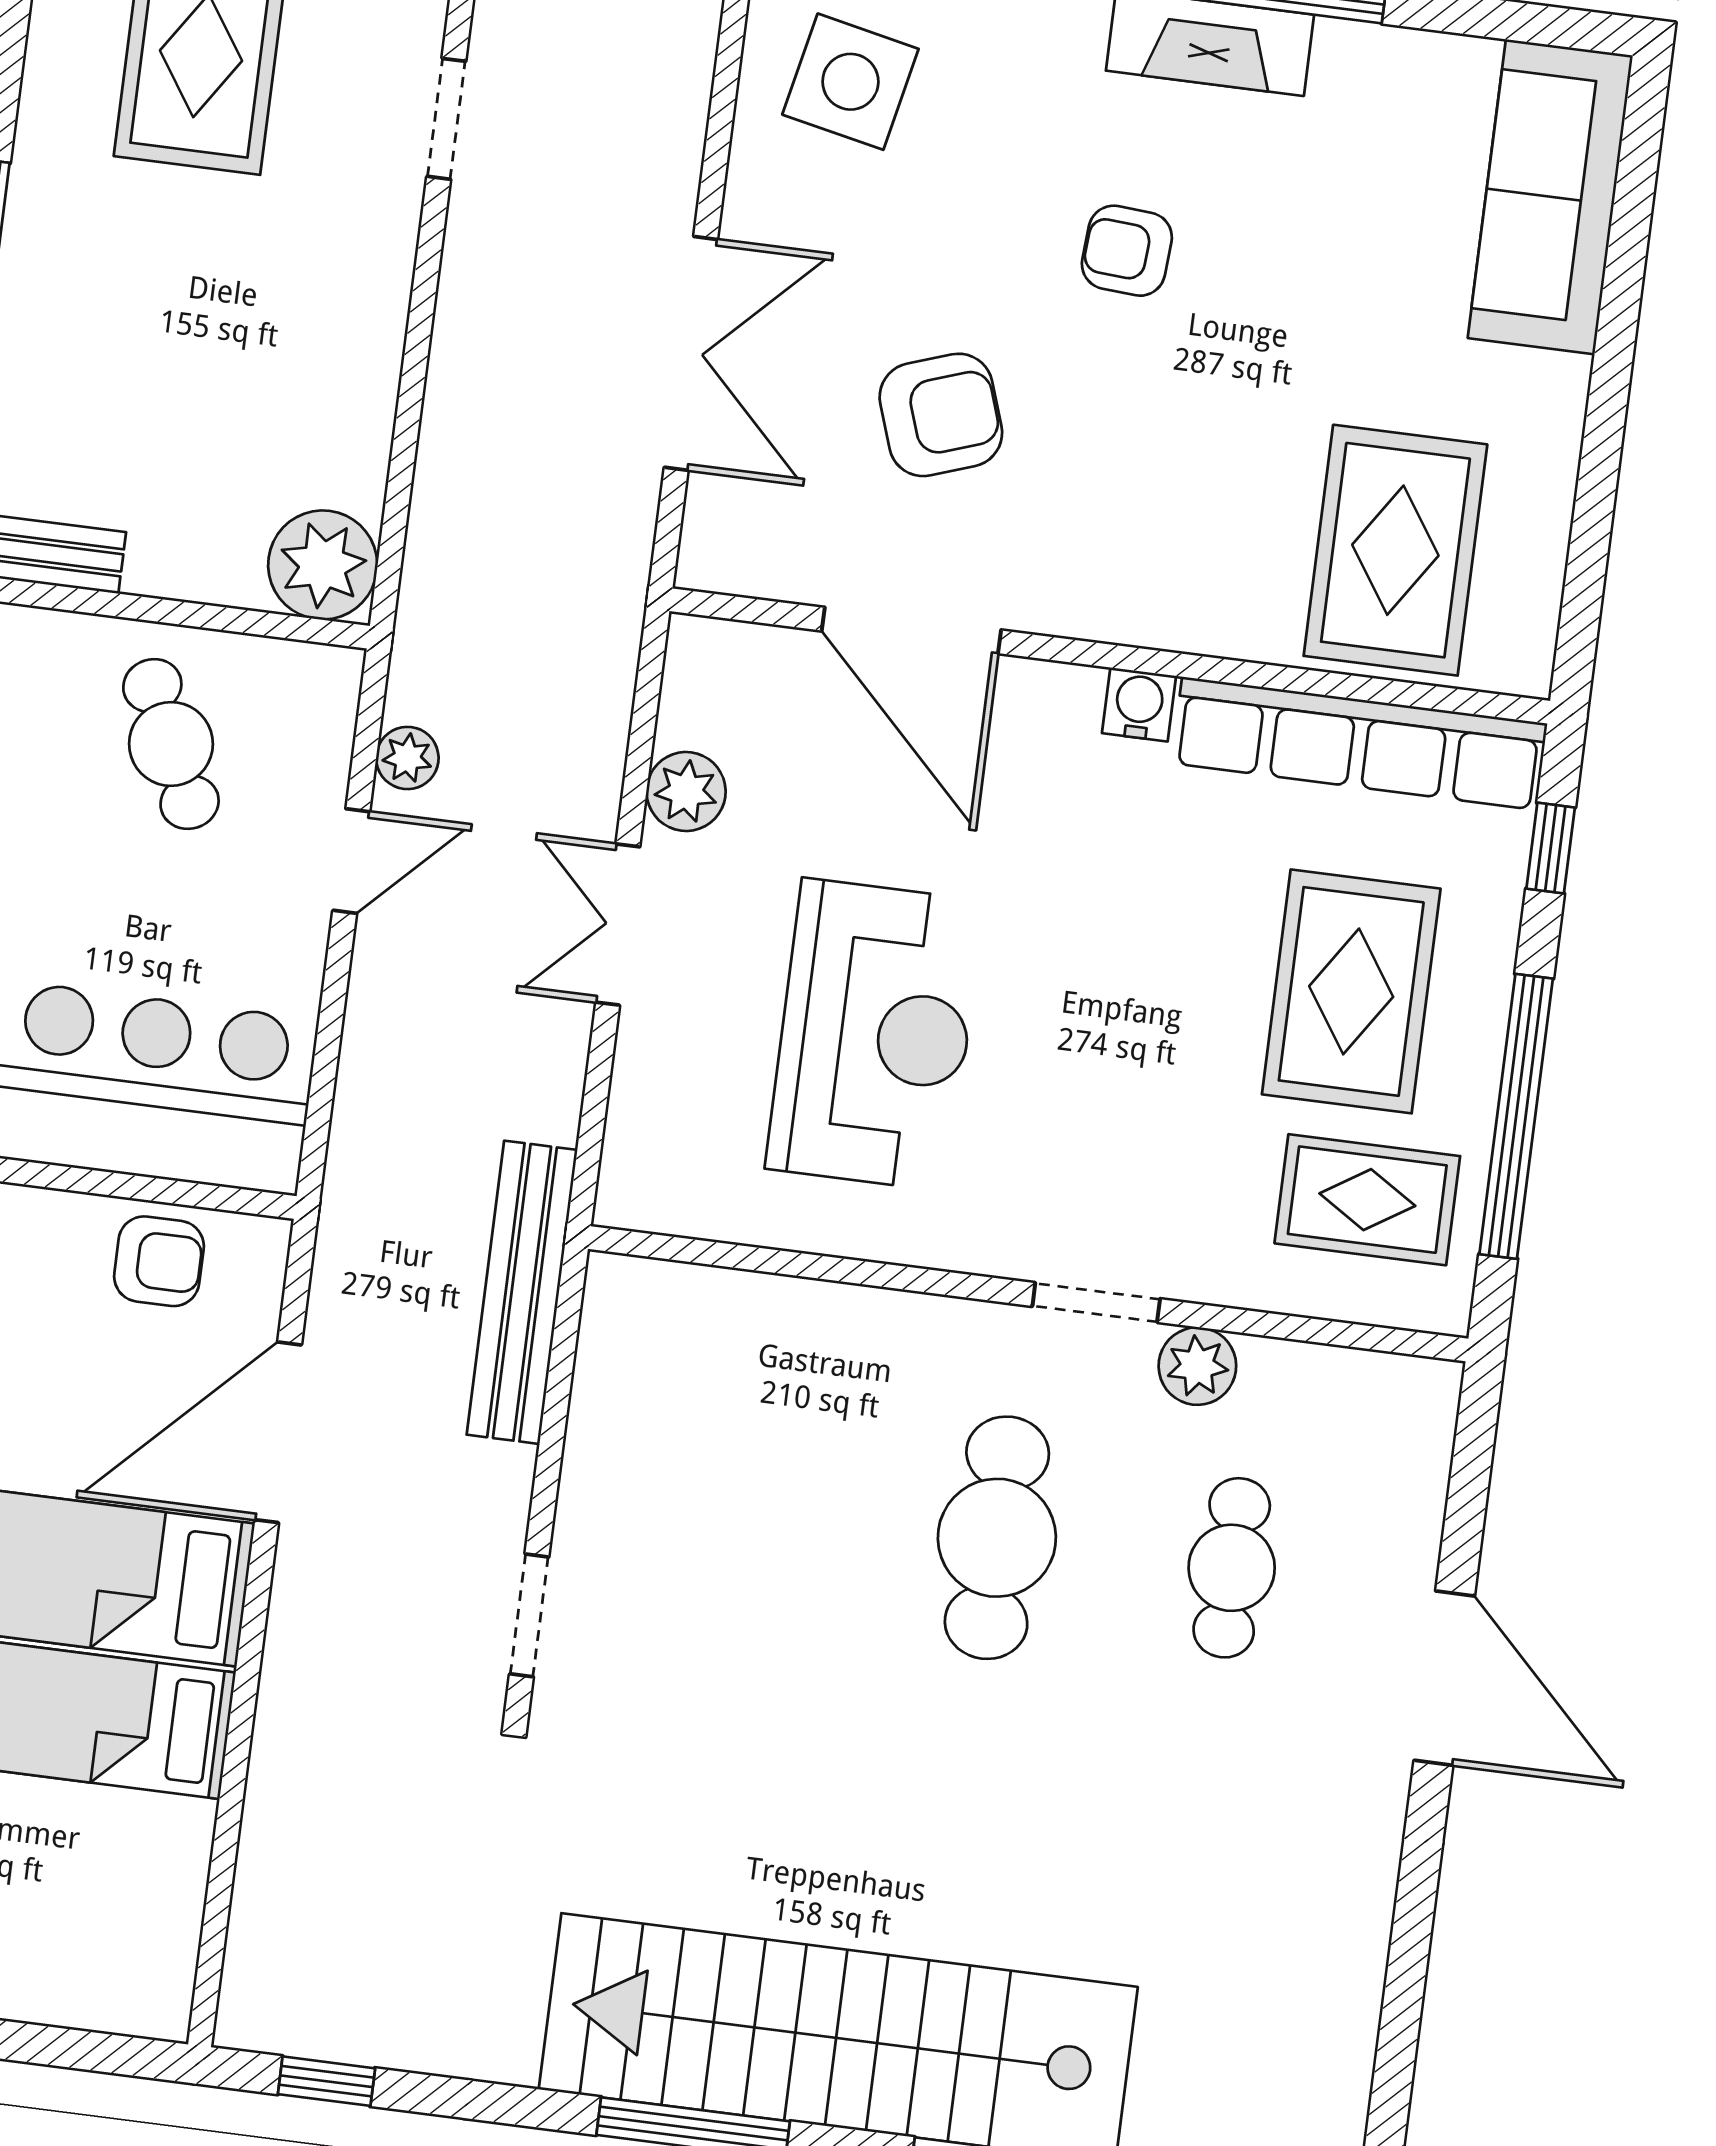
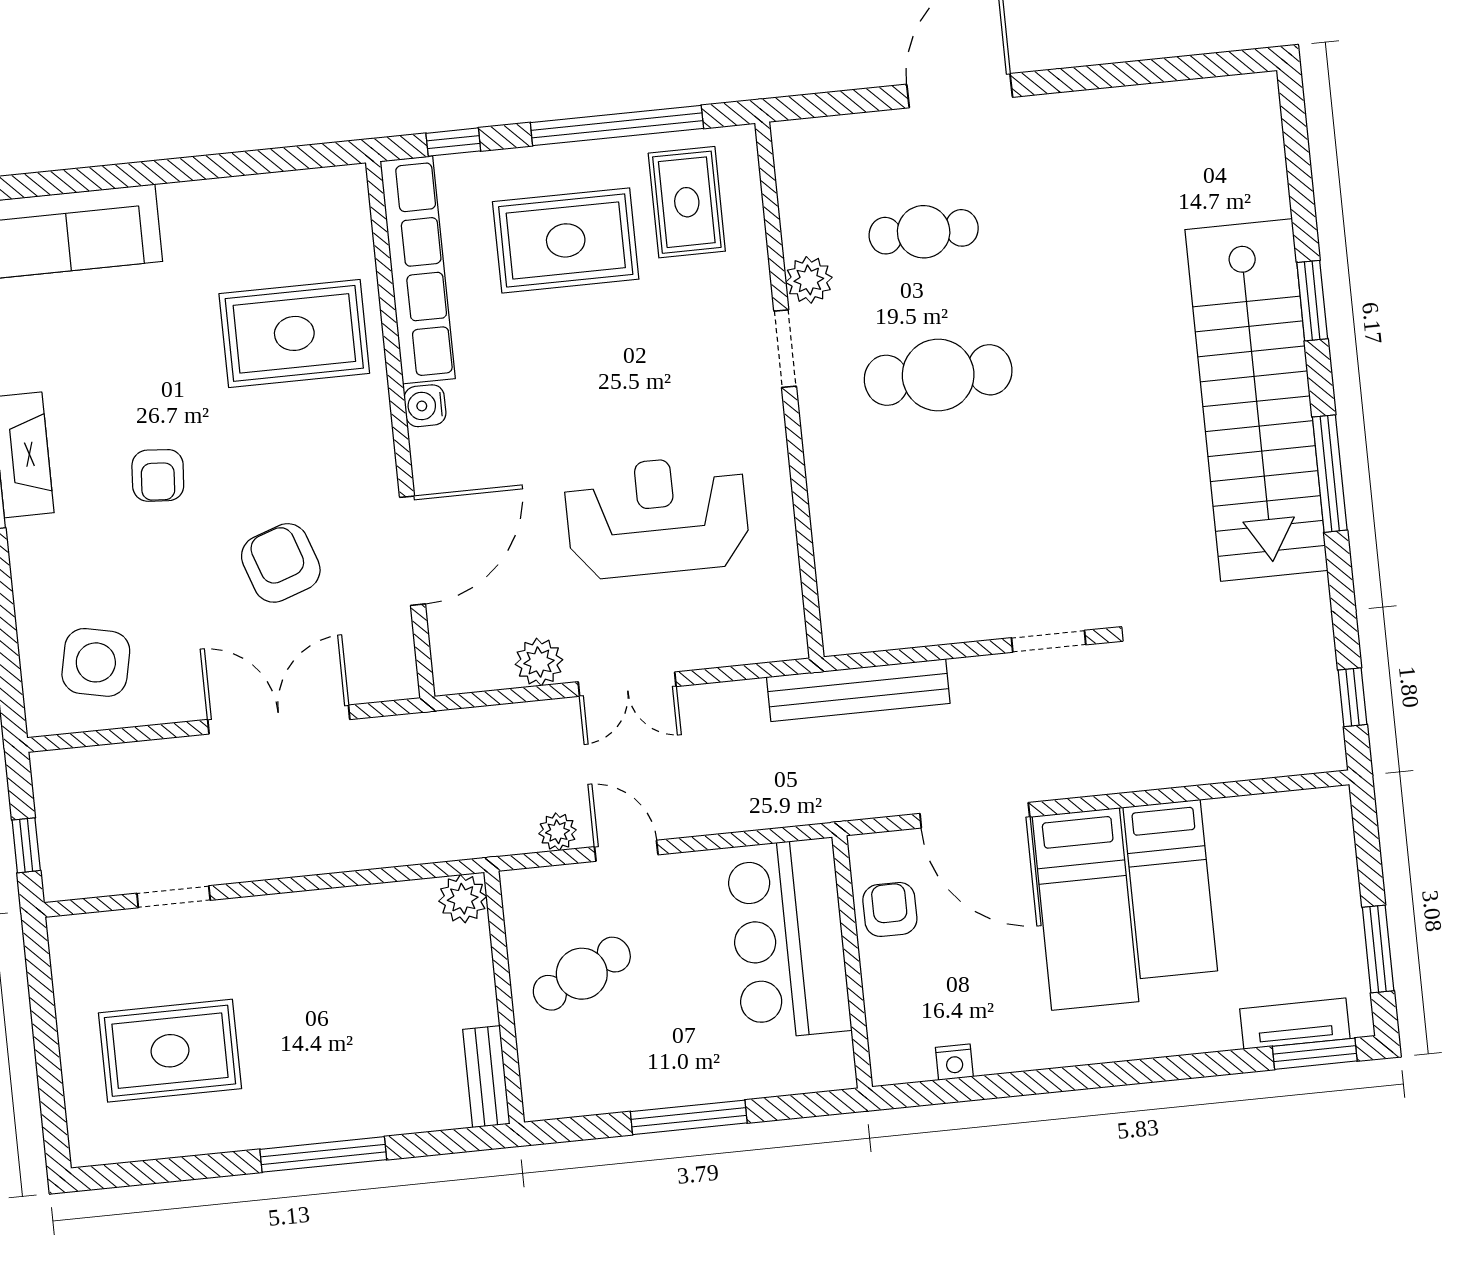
rug: (1395, 550) -> (294, 333), moved
plant: (323, 565) -> (463, 899), width x0.73, depth x0.73

